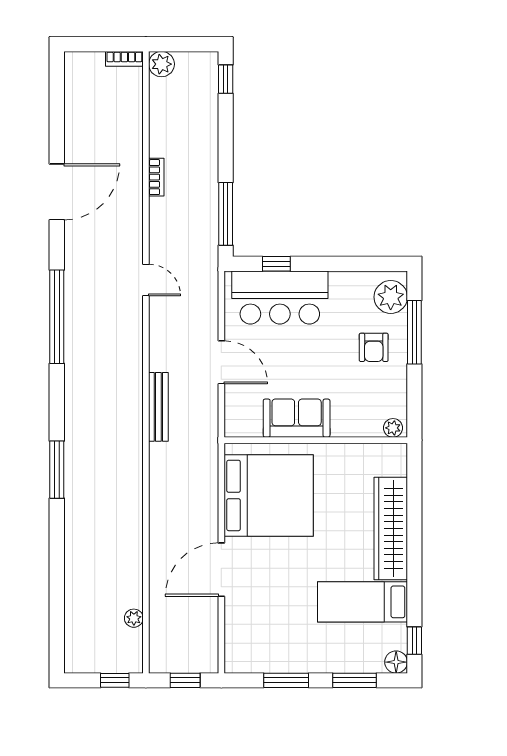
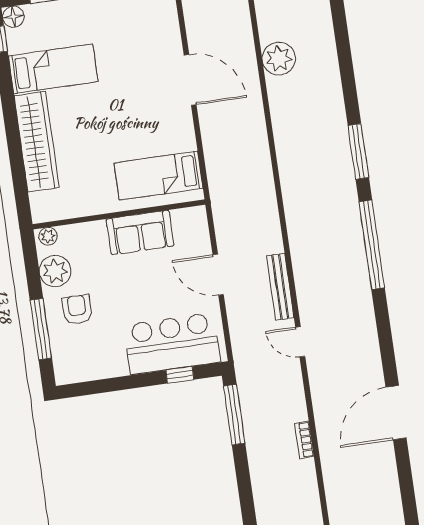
plant: (391, 297) -> (55, 271), moved
window: (57, 317) -> (372, 245), moved
bench: (158, 407) -> (280, 287), moved
bed: (269, 495) -> (159, 176), width x0.49
door: (221, 570) -> (190, 80), hinge flipped
plant: (134, 618) -> (279, 59), moved, width x1.88, depth x1.88

